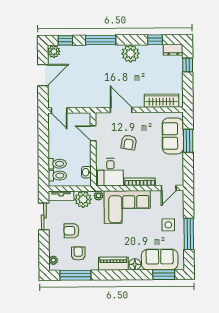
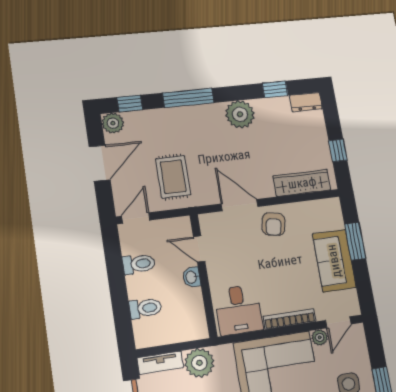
window: (188, 65) -> (338, 150), moved
rug: (84, 88) -> (173, 177), added
door: (59, 110) -> (136, 218), swing flipped
sofa: (173, 136) -> (334, 261), moved
armchair: (129, 142) -> (274, 224), moved
washbasin: (86, 172) -> (192, 277), moved
toilet: (57, 176) -> (139, 264), moved
plant: (99, 196) -> (320, 337), moved

